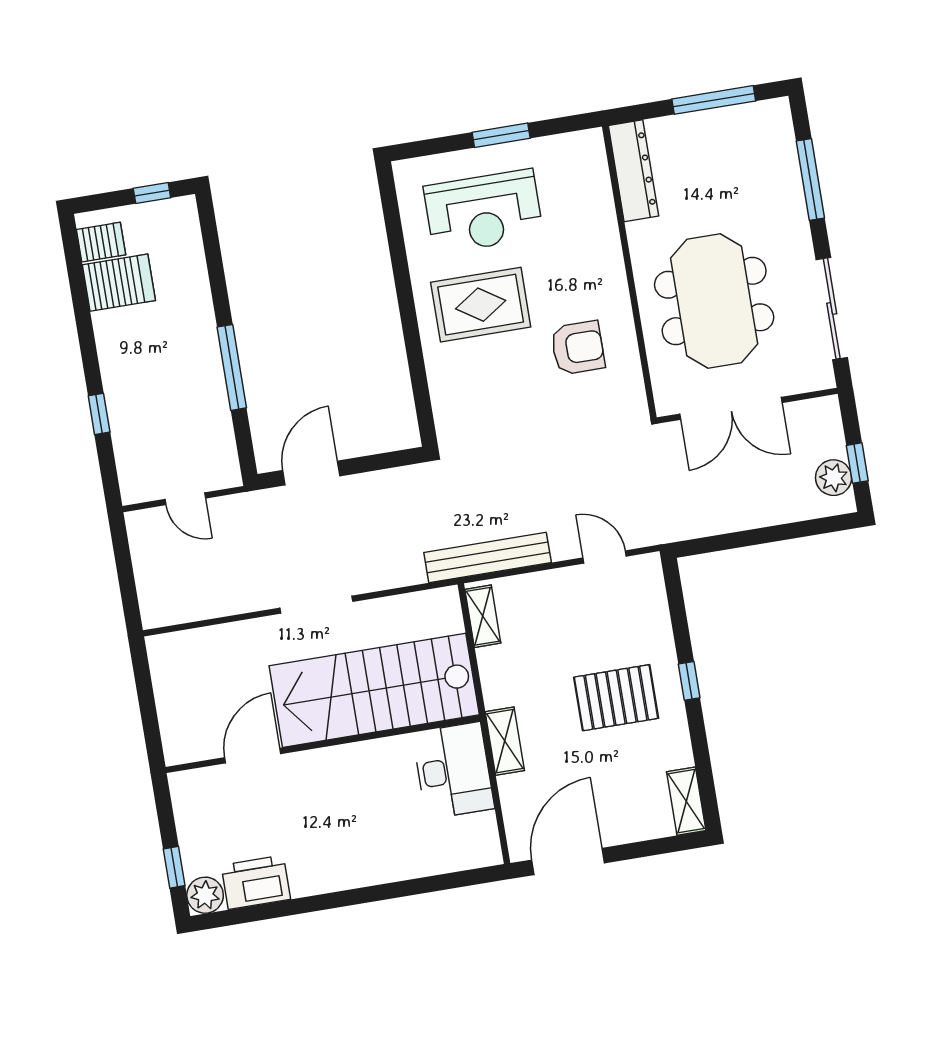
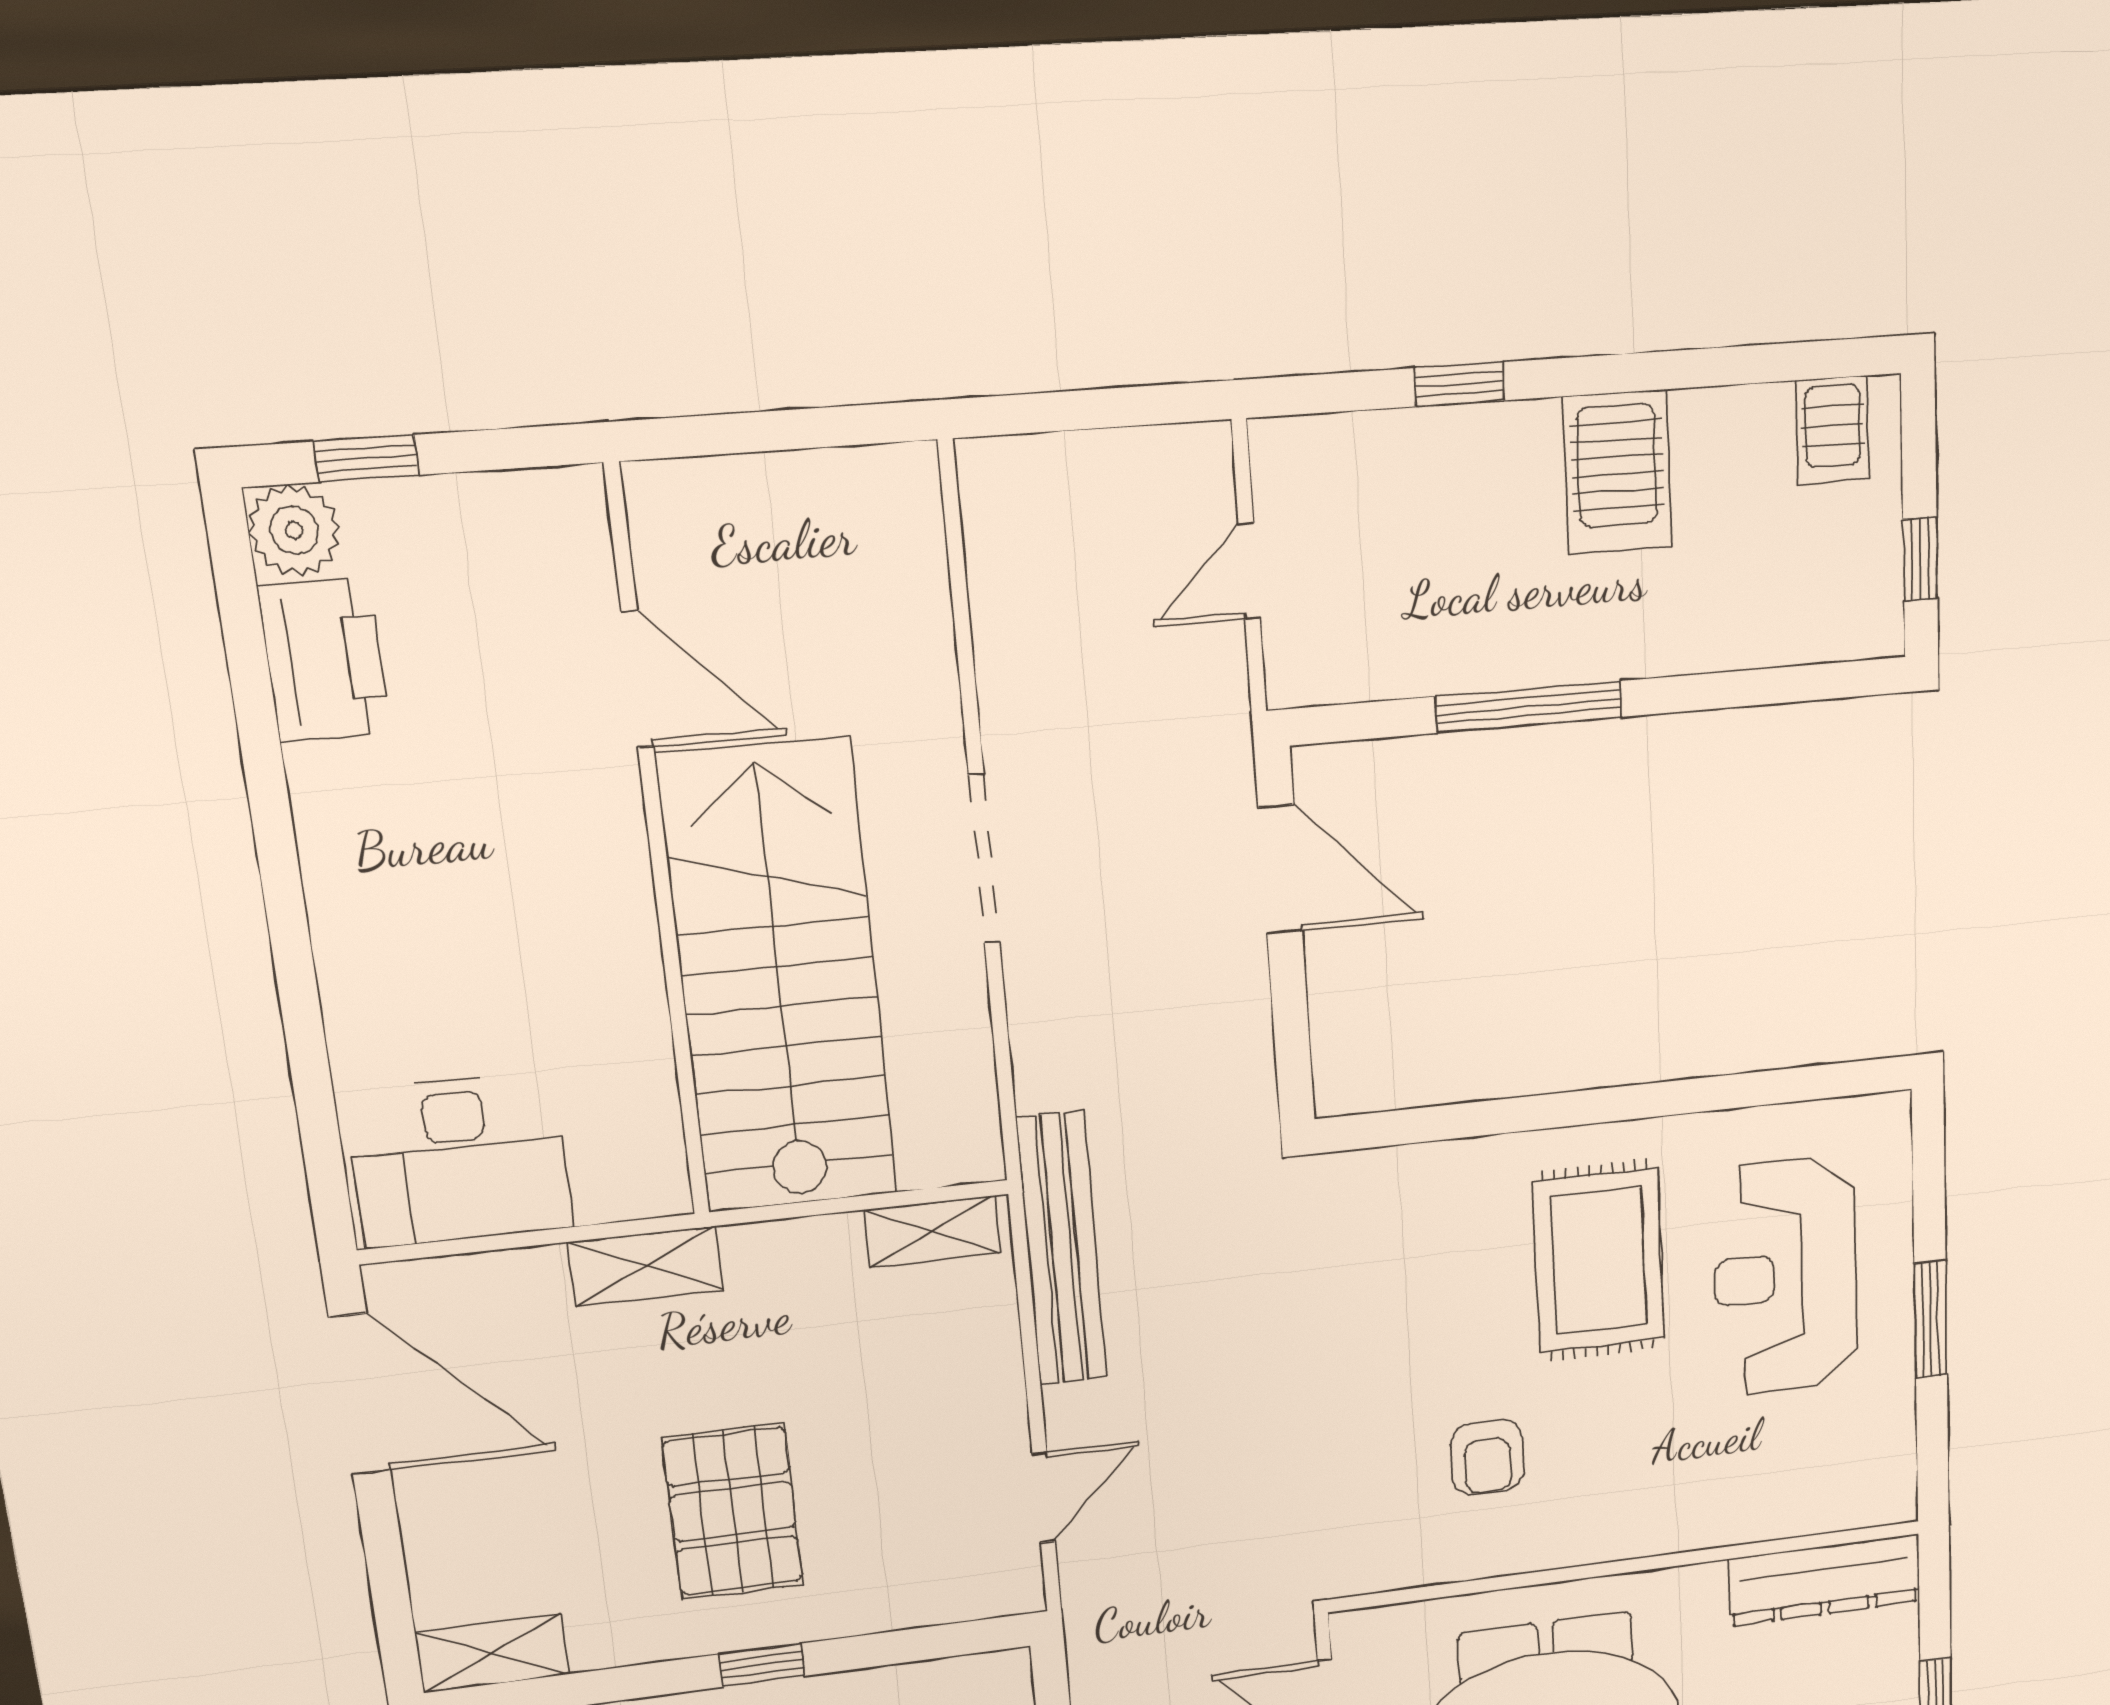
server rack: (119, 283) -> (1617, 472), moved
armchair: (578, 348) -> (1487, 1457), width x0.72, depth x0.72
desk: (453, 771) -> (459, 1160), moved

